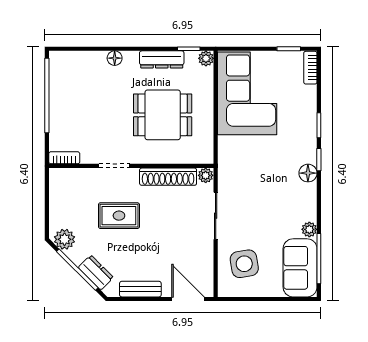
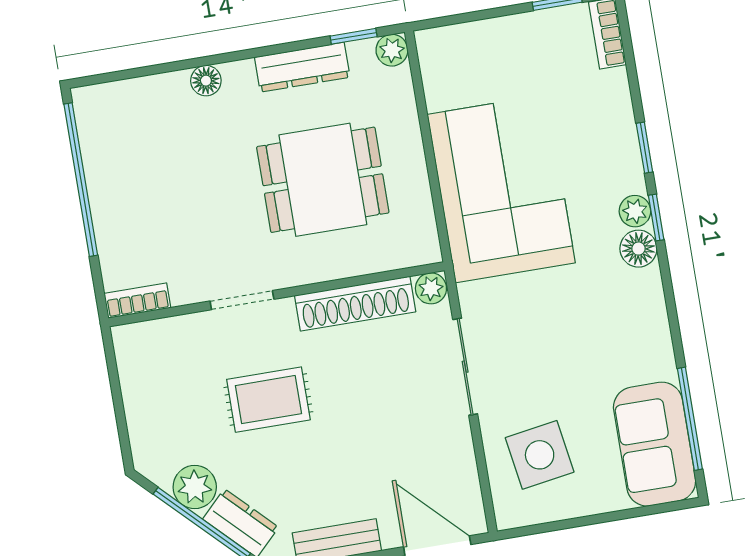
corner sofa: (247, 93) -> (501, 189), moved
plant: (309, 229) -> (635, 211), moved
plant: (65, 239) -> (195, 487), moved

